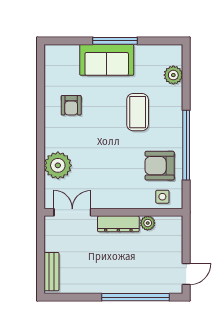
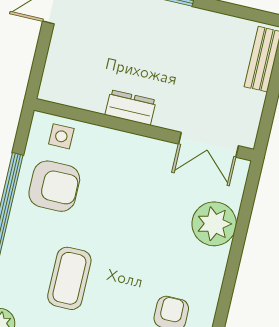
plant: (148, 223) -> (94, 100), removed
dresser: (118, 224) -> (131, 108), width x0.70

